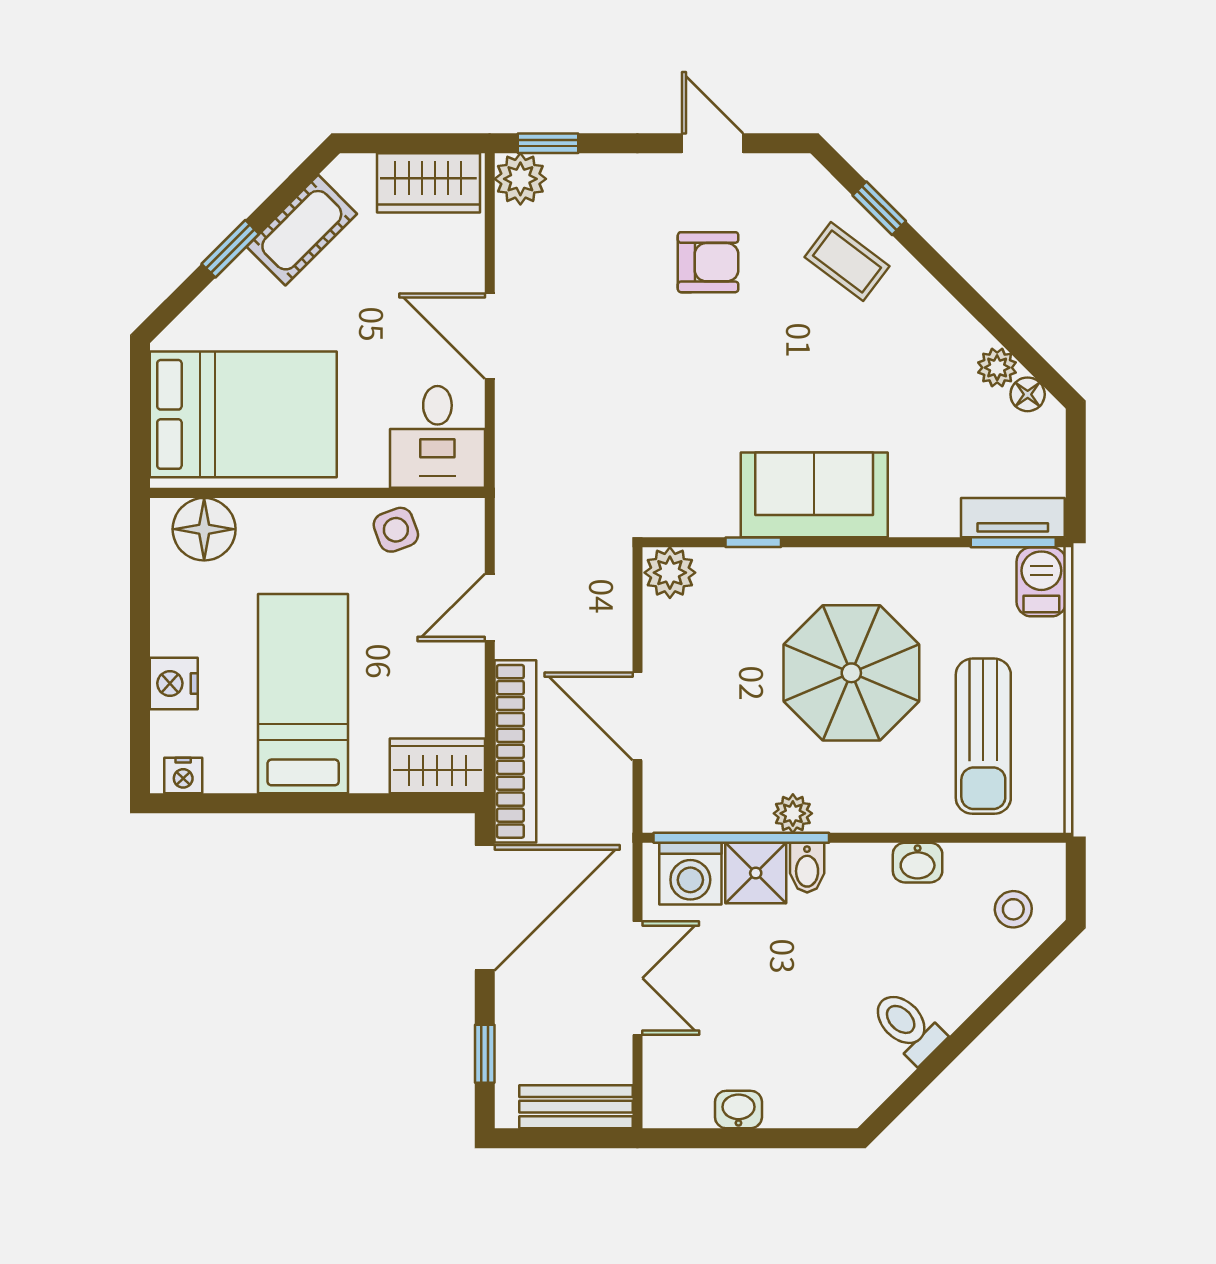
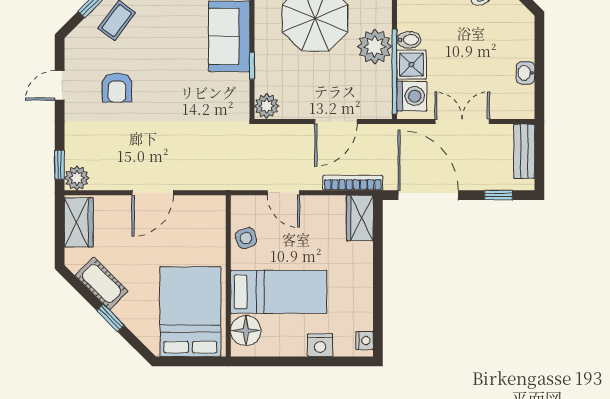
armchair: (708, 262) -> (117, 88), turned 180
desk: (437, 437) -> (201, 218), removed
bed: (303, 694) -> (279, 292), moved, turned 180
bookcase: (515, 751) -> (353, 183), width x0.68, depth x0.76
plant: (793, 813) -> (375, 47), width x1.87, depth x1.87

